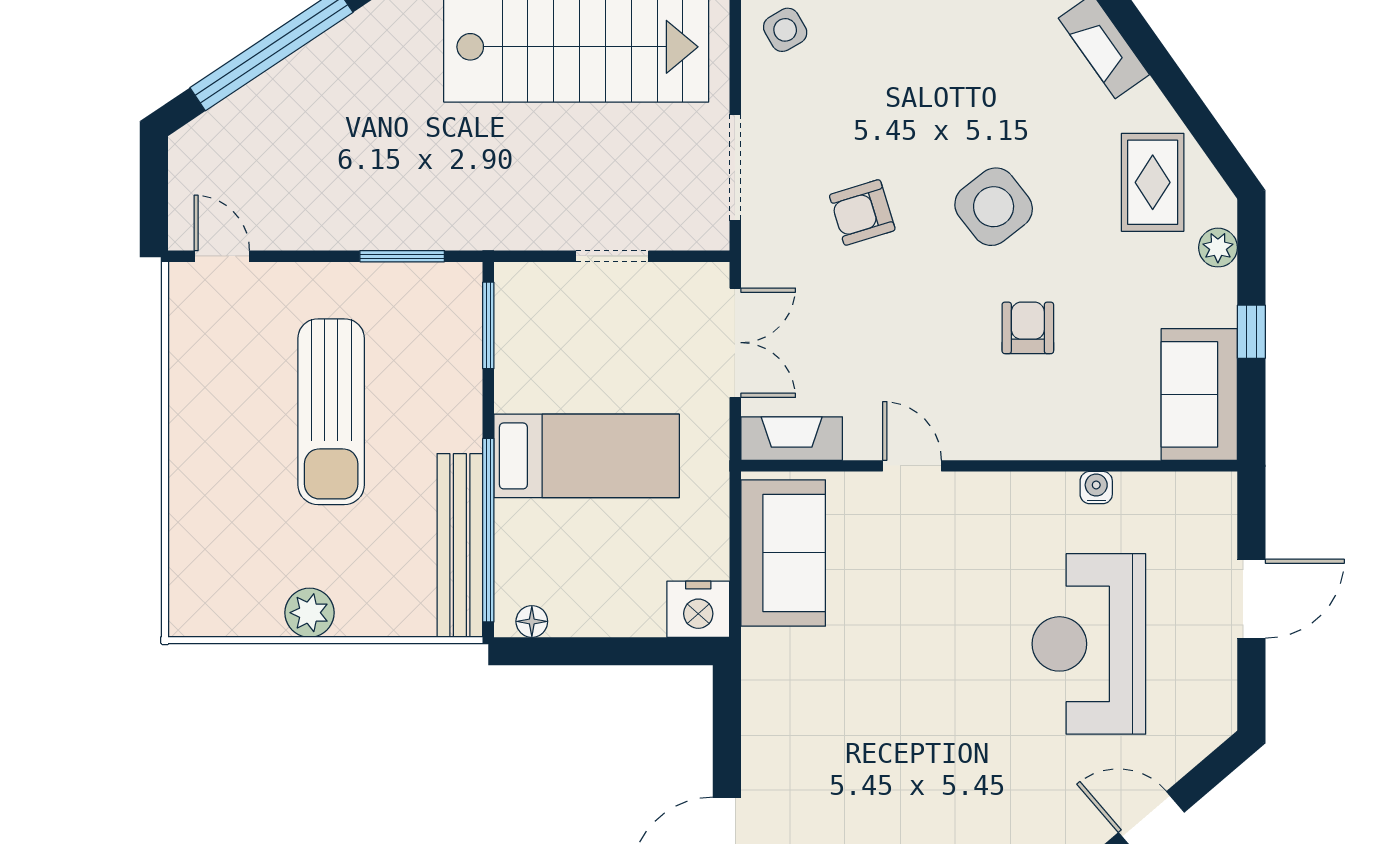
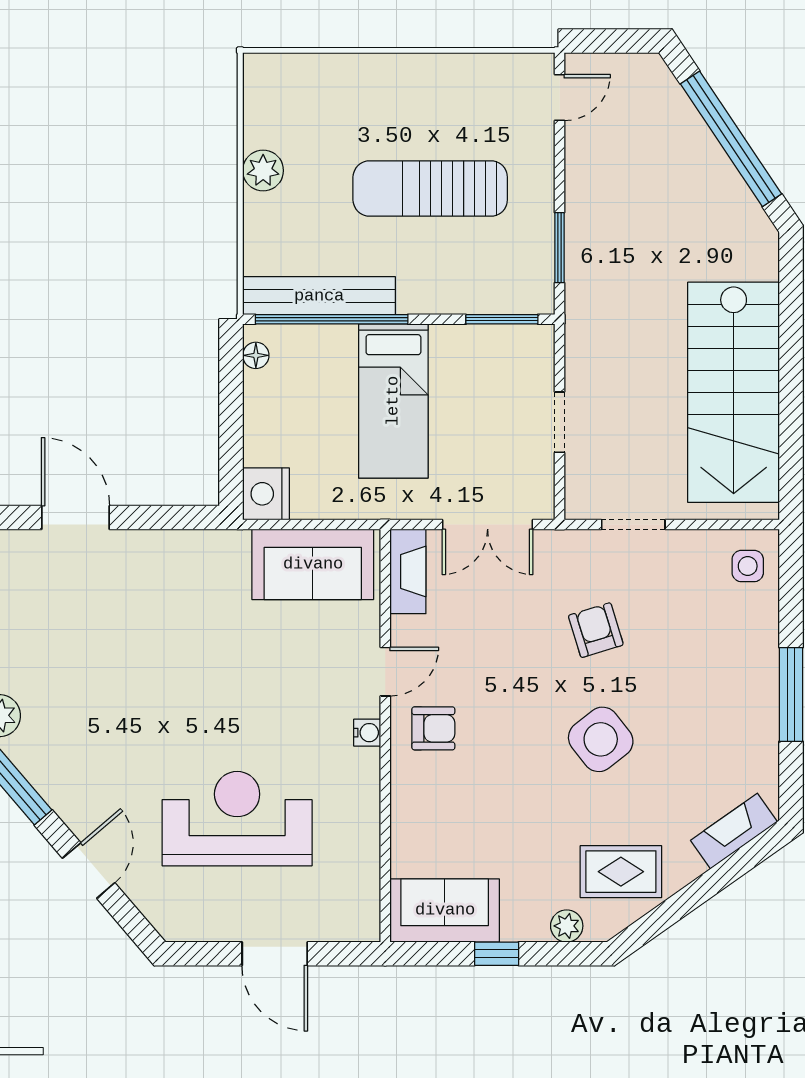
side table: (785, 30) -> (748, 566), turned 30
doorway: (735, 168) -> (633, 525), width x0.73
armchair: (1028, 328) -> (433, 728), moved
water cooler: (1096, 488) -> (367, 733), moved

